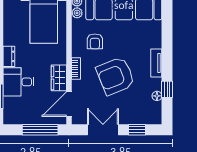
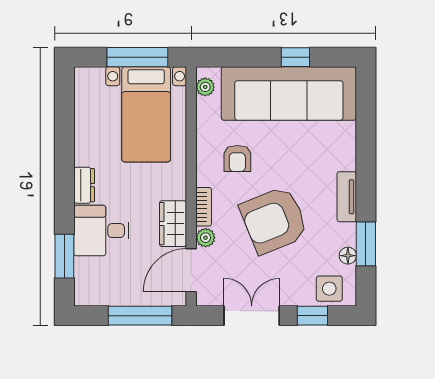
plant: (77, 13) -> (206, 238), moved
window: (167, 89) -> (366, 244), width x1.50
side table: (147, 114) -> (329, 289), added

